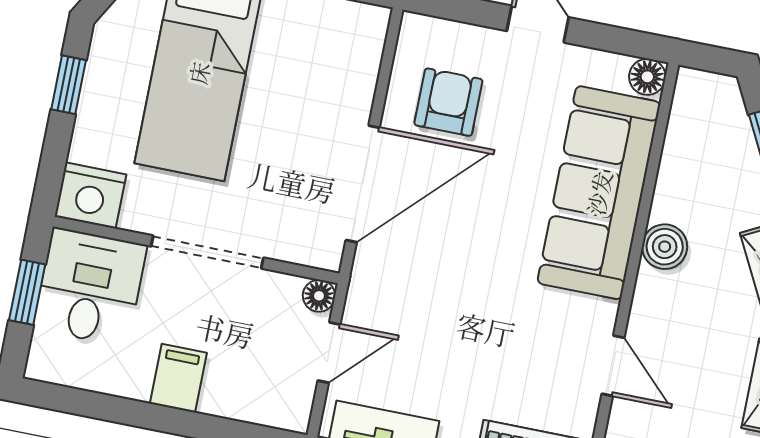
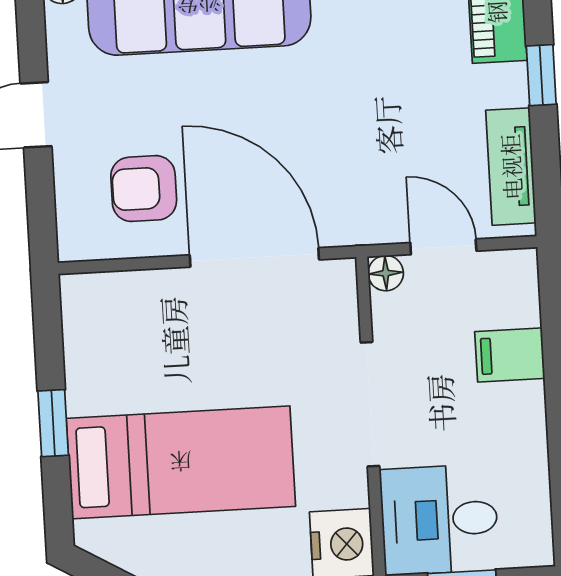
filing cabinet: (178, 378) -> (510, 355), moved

